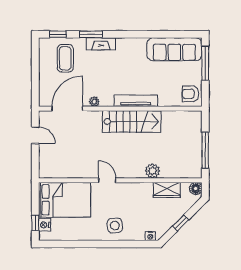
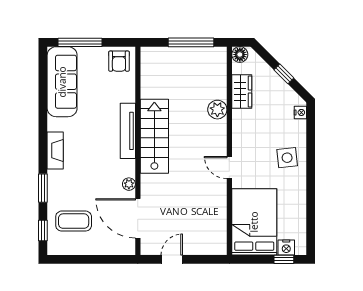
fireplace: (101, 44) -> (55, 151), moved
door: (107, 180) -> (229, 168), hinge flipped

